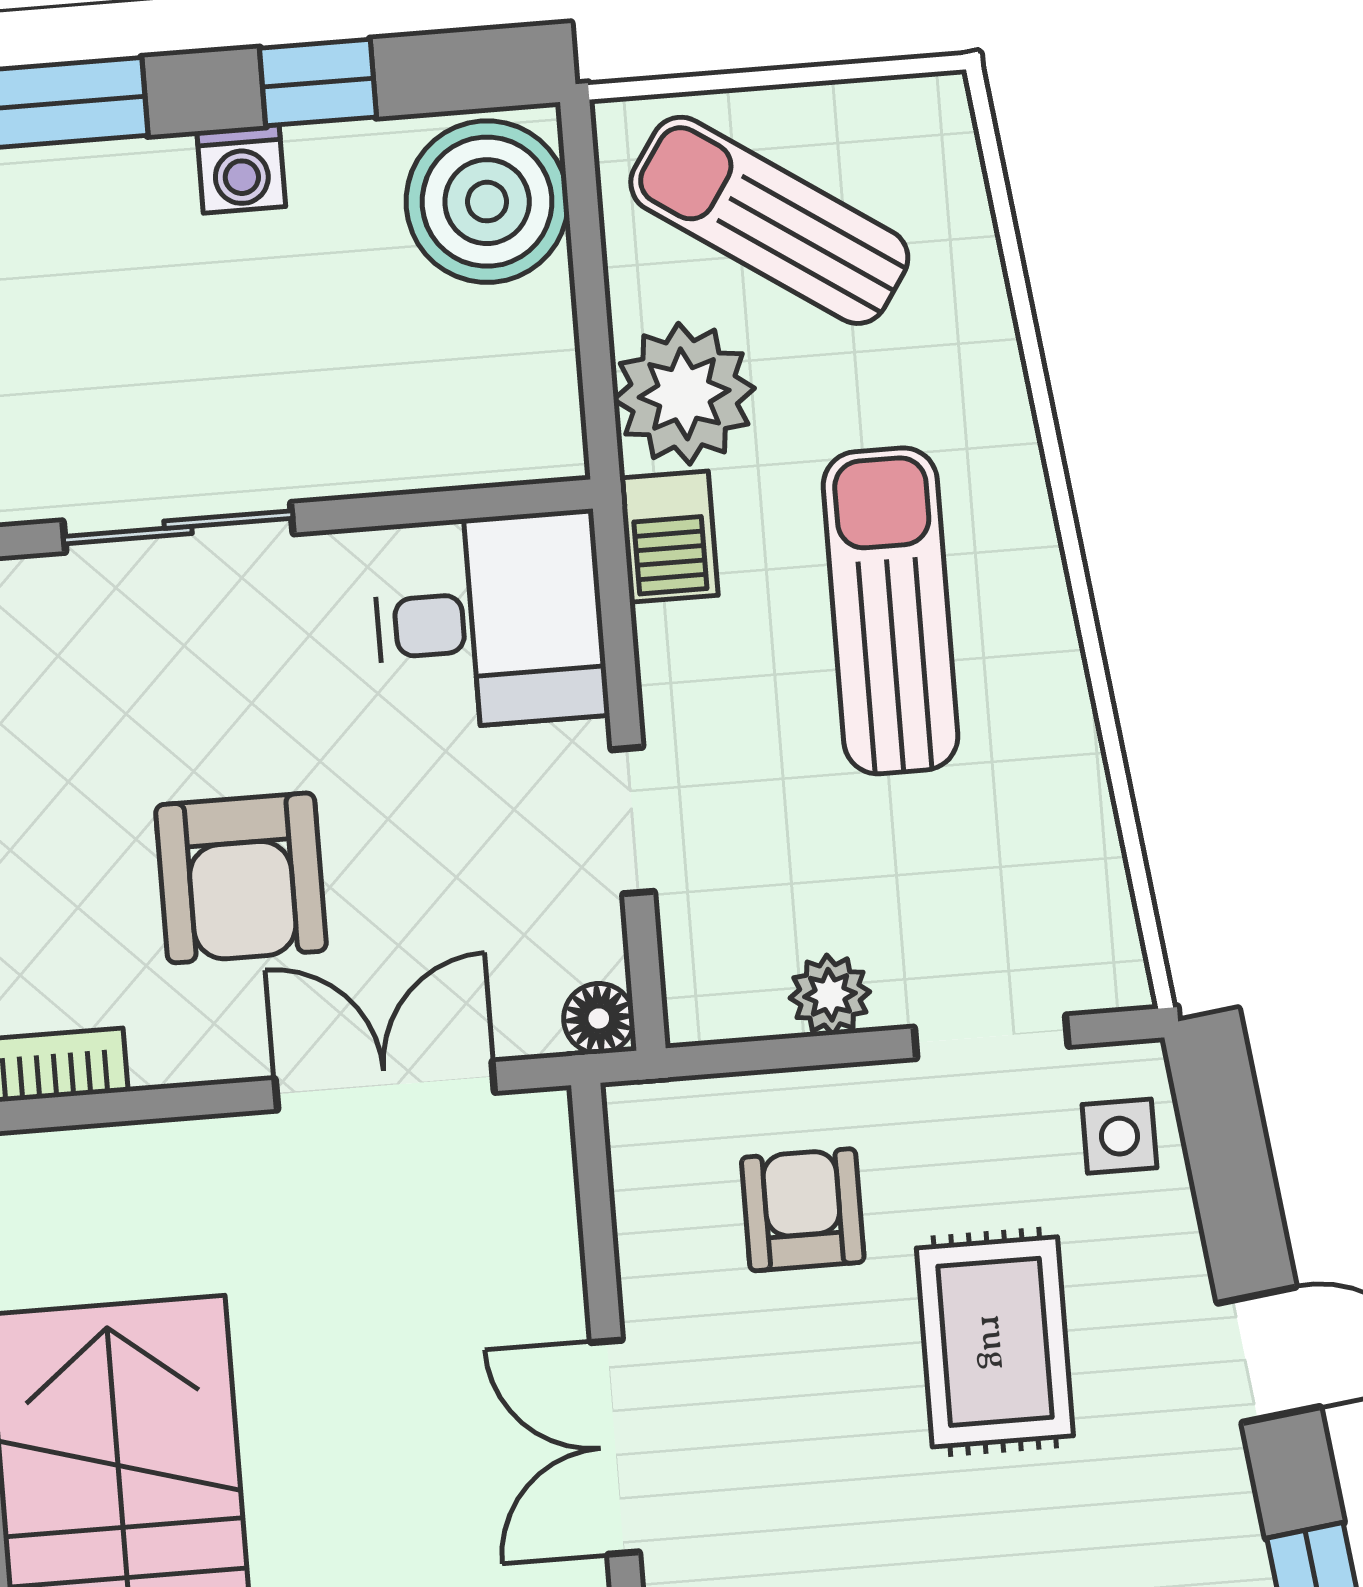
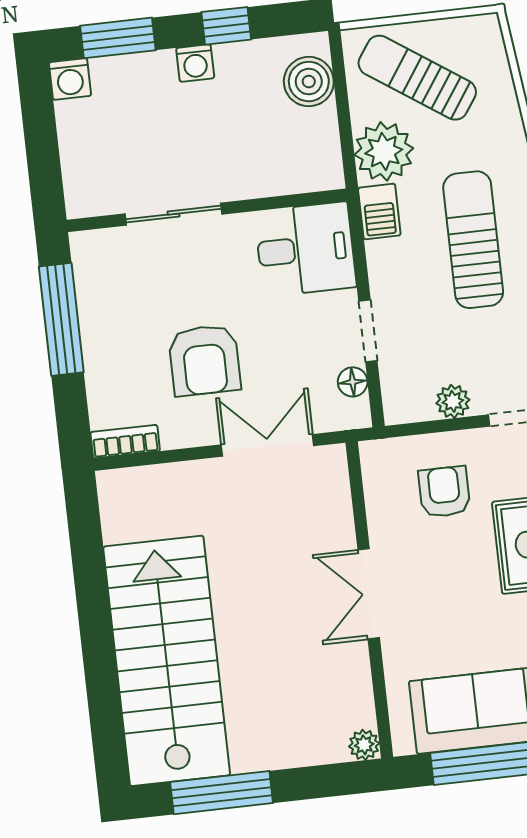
boiler: (487, 202) -> (309, 82), width x0.73, depth x0.73
floor lamp: (599, 1018) -> (353, 382), moved

